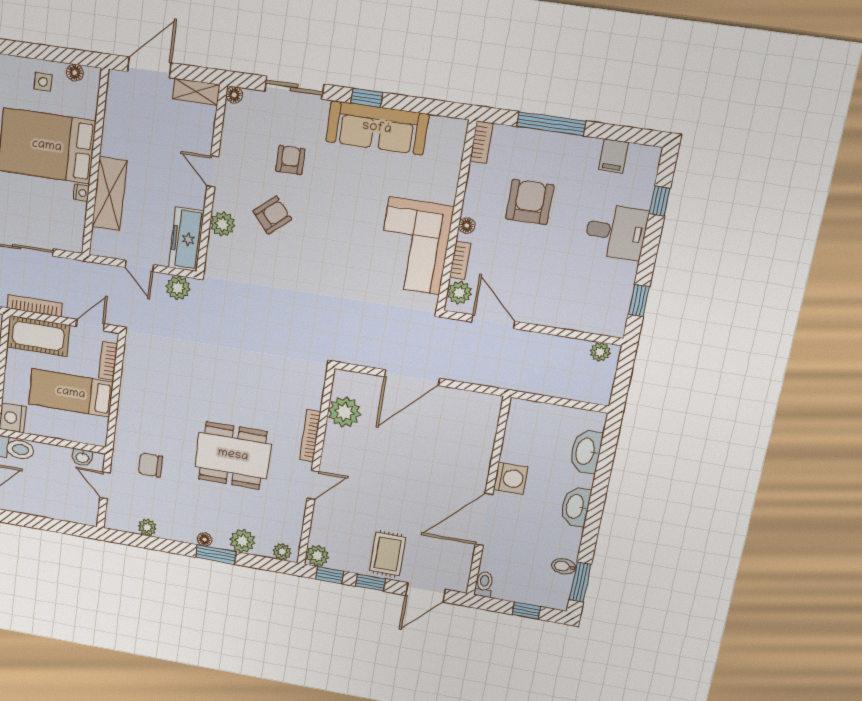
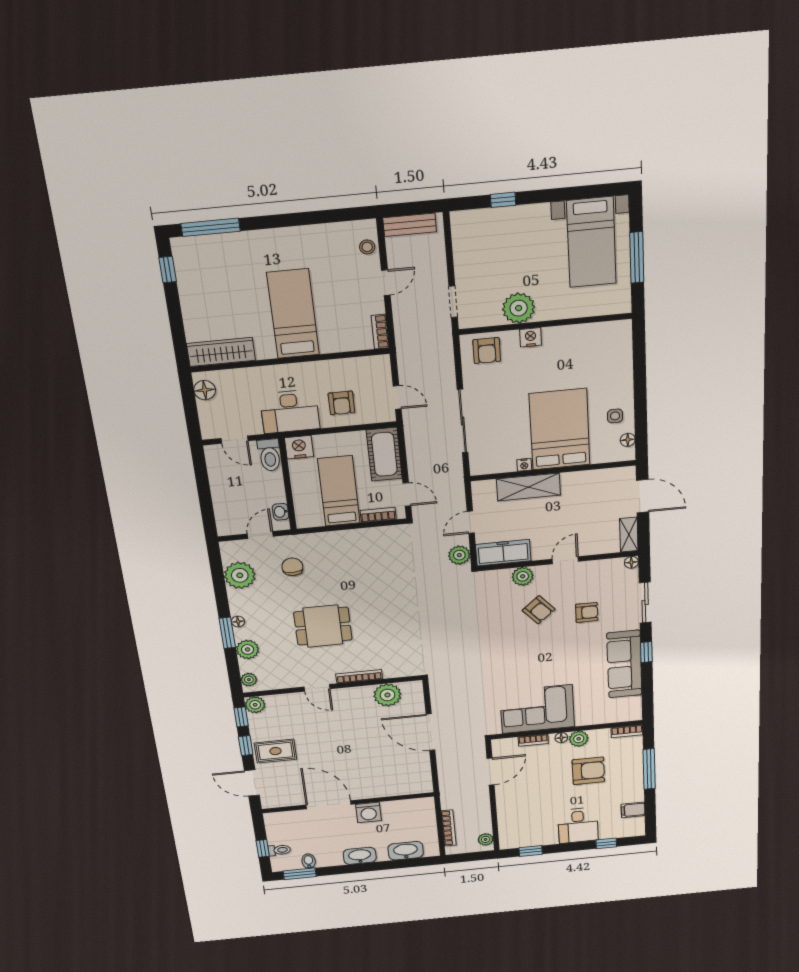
plant: (459, 293) -> (579, 739), moved
bookcase: (35, 306) -> (449, 828), moved
dining table: (233, 455) -> (323, 626), width x0.73
plant: (147, 527) -> (240, 575), width x1.88, depth x1.88
toilet: (484, 584) -> (279, 850), moved

